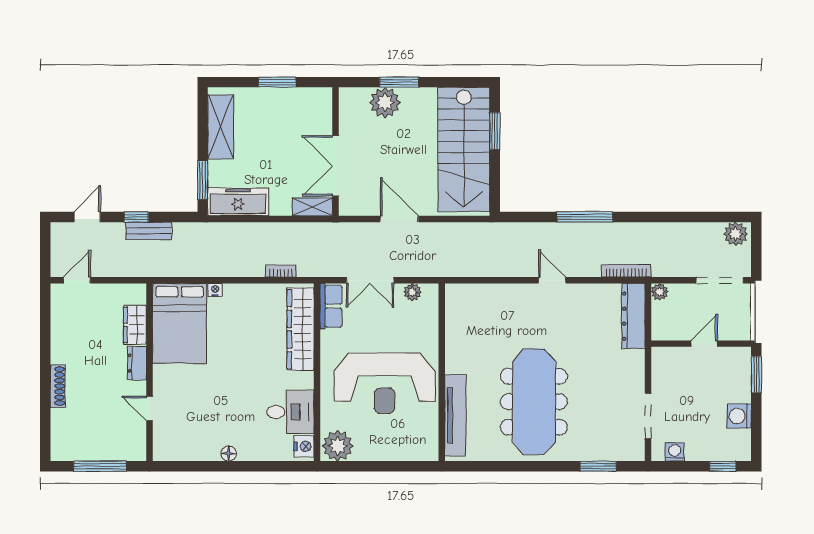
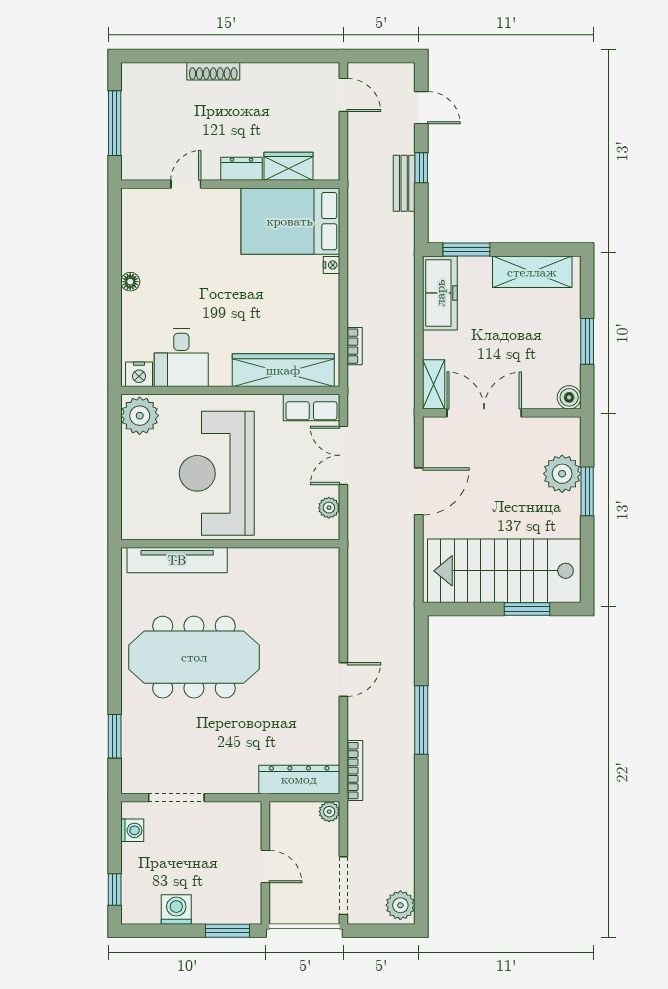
boiler: (323, 97) -> (569, 397), added

